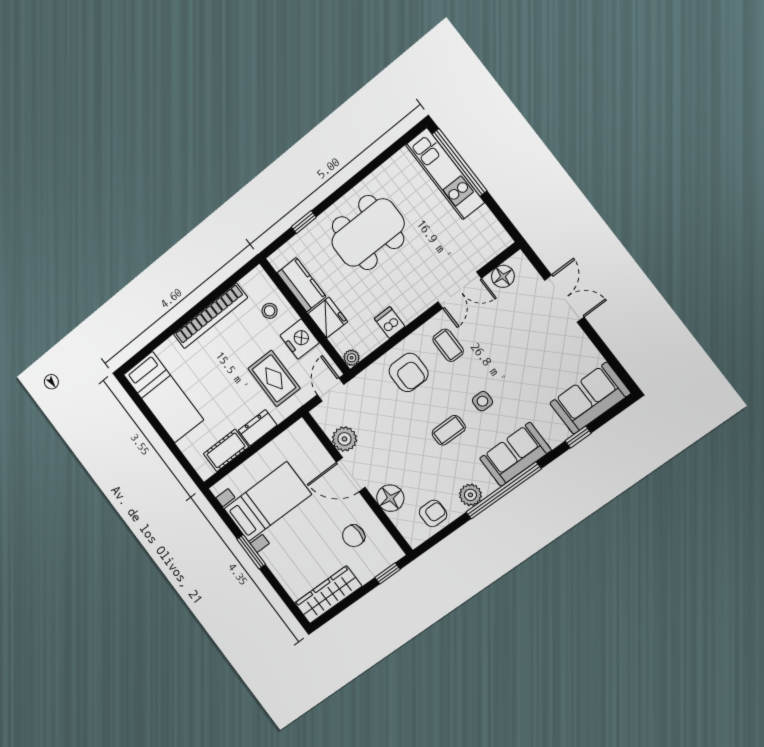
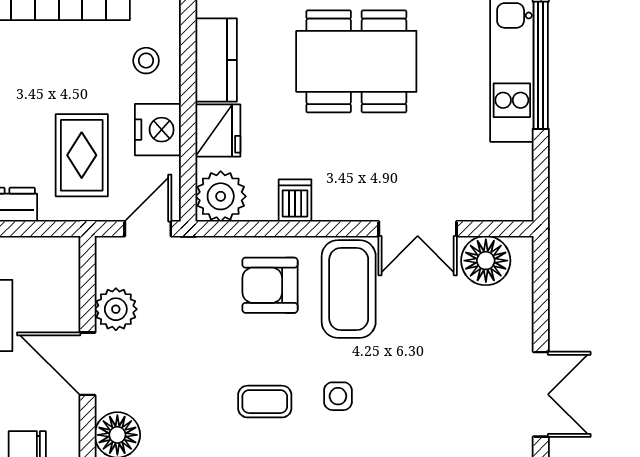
floor lamp: (503, 276) -> (486, 261), width x1.38, depth x1.38
double door: (564, 299) -> (541, 394), moved
coffee table: (448, 345) -> (349, 289), width x1.86, depth x1.72
plant: (352, 358) -> (221, 196), width x1.88, depth x1.88
armchair: (409, 372) -> (270, 285), turned 90

